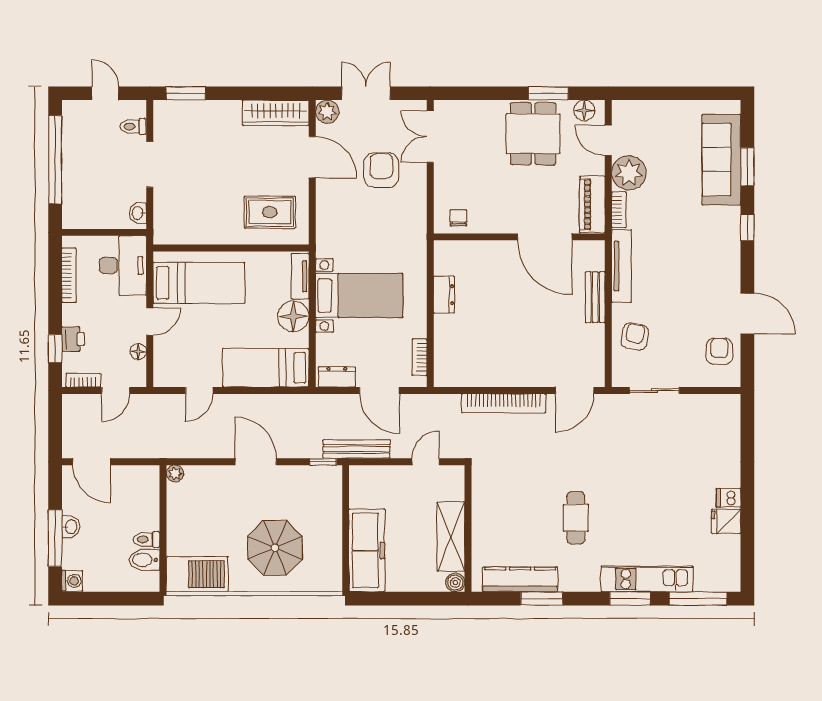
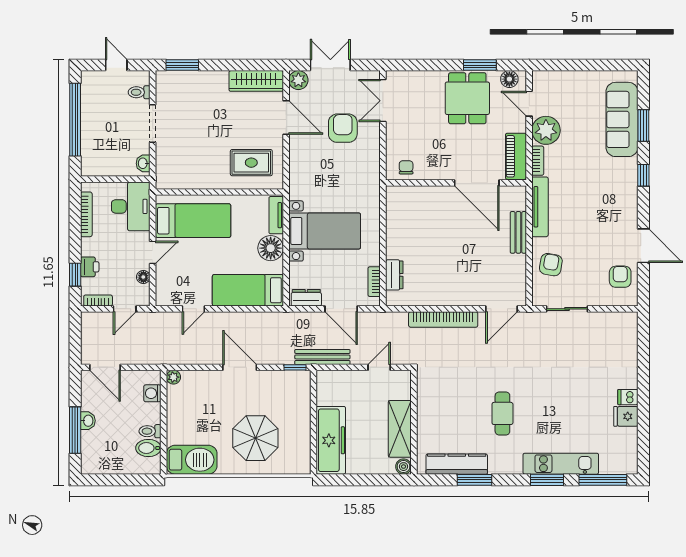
dresser: (444, 295) -> (394, 275), moved
washing machine: (72, 581) -> (152, 393), moved, turned 180

